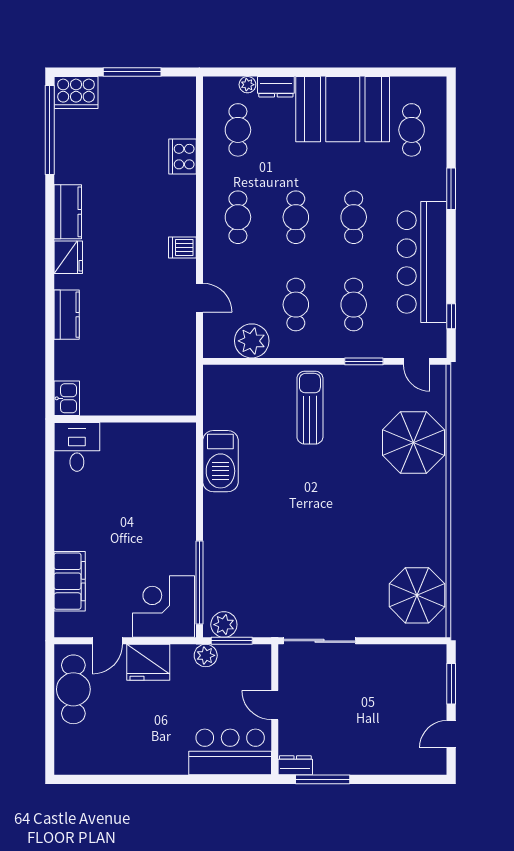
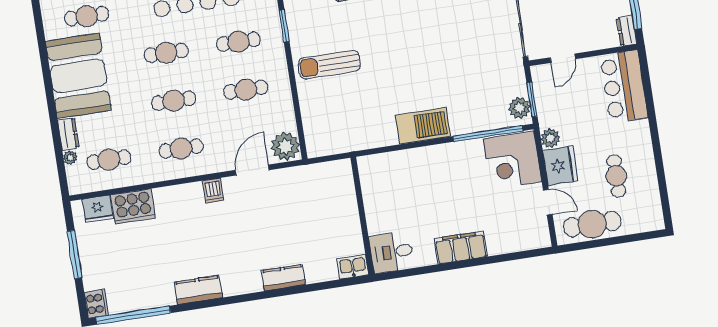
cooker: (76, 93) -> (96, 304), width x0.73, depth x0.76
cooker: (182, 157) -> (133, 206), width x1.37, depth x1.31
fridge: (68, 257) -> (98, 209), moved, turned 180
door: (199, 298) -> (252, 170), width x1.38
plant: (252, 341) -> (285, 147), moved
barbecue: (220, 461) -> (423, 126), moved
filing cabinet: (70, 581) -> (461, 248), moved
plant: (206, 655) -> (550, 138), moved
door: (275, 705) -> (563, 58), moved
cafe table: (126, 726) -> (616, 176), added

